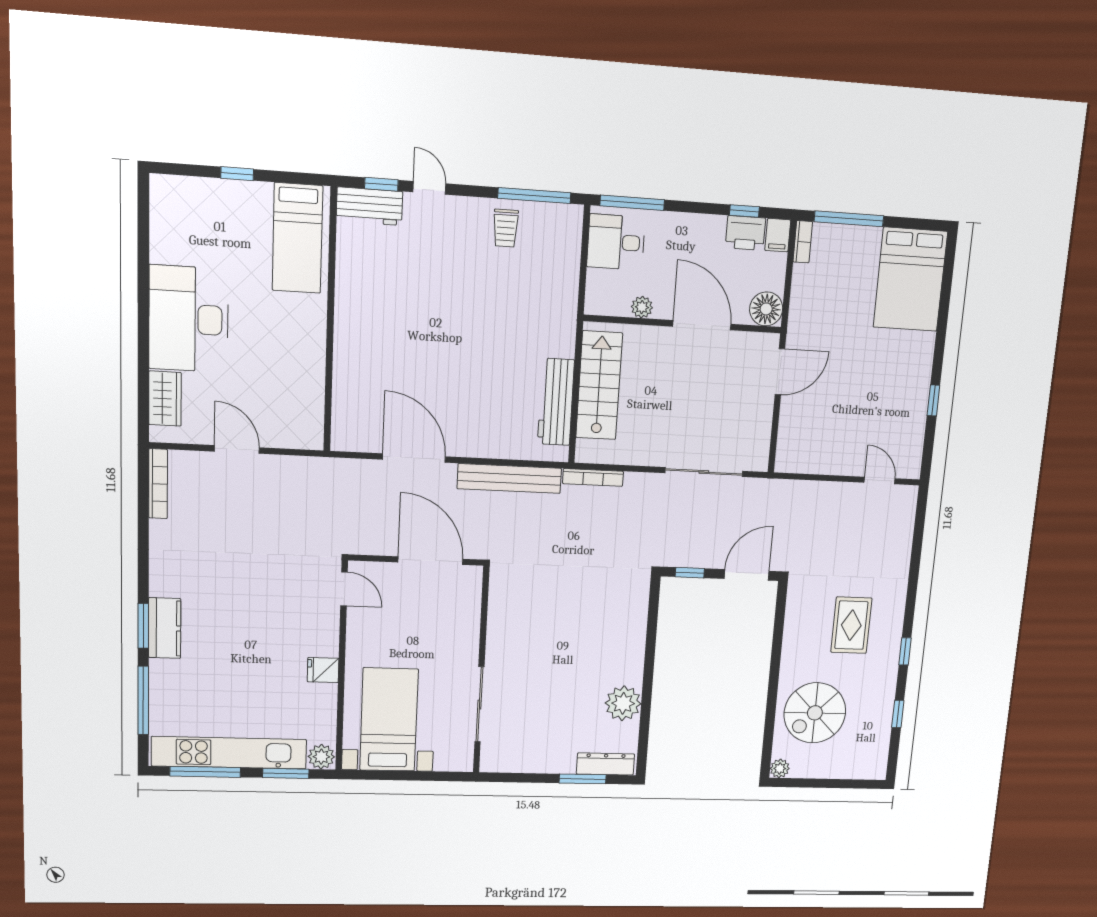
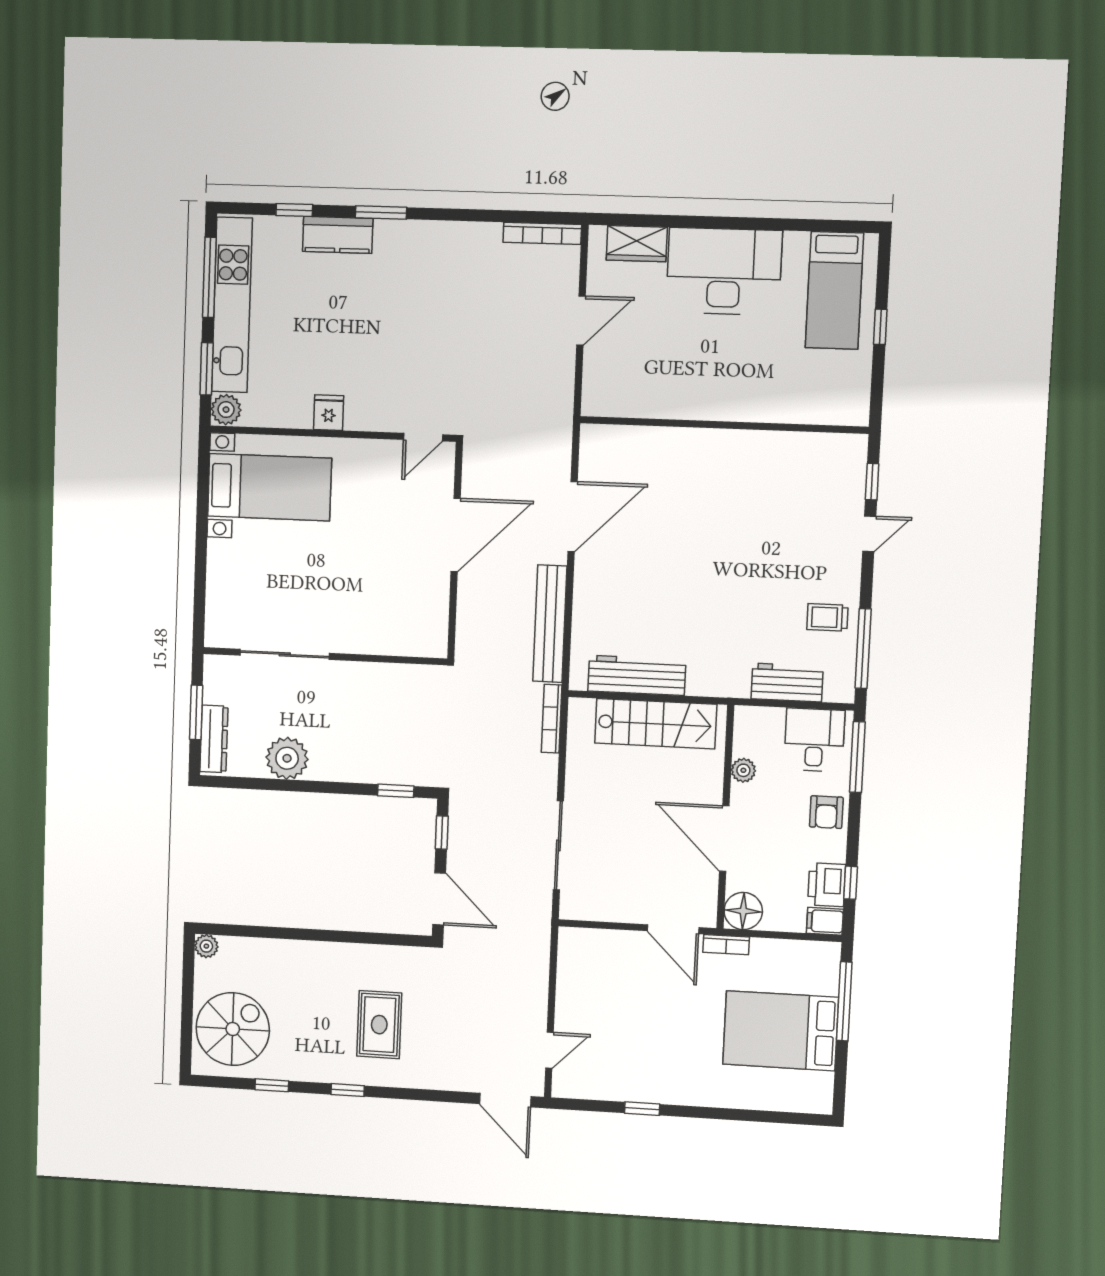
workbench: (369, 206) -> (787, 683), moved, turned 90
armchair: (681, 232) -> (826, 812), added
bed: (297, 238) -> (834, 290), moved, turned -90
bookcase: (803, 242) -> (726, 945), moved
bed: (910, 279) -> (781, 1031), moved
door: (702, 325) -> (724, 839), swing flipped
door: (920, 519) -> (505, 1100), added
window: (653, 612) -> (396, 791), added
rug: (851, 625) -> (379, 1025), turned 90
kitchen counter: (165, 628) -> (338, 235), moved
wall: (481, 671) -> (325, 656), moved
window: (143, 700) -> (294, 210), width x0.46
sliding door: (479, 705) -> (285, 654), moved
spiral stairs: (815, 713) -> (233, 1029), moved, turned 90

